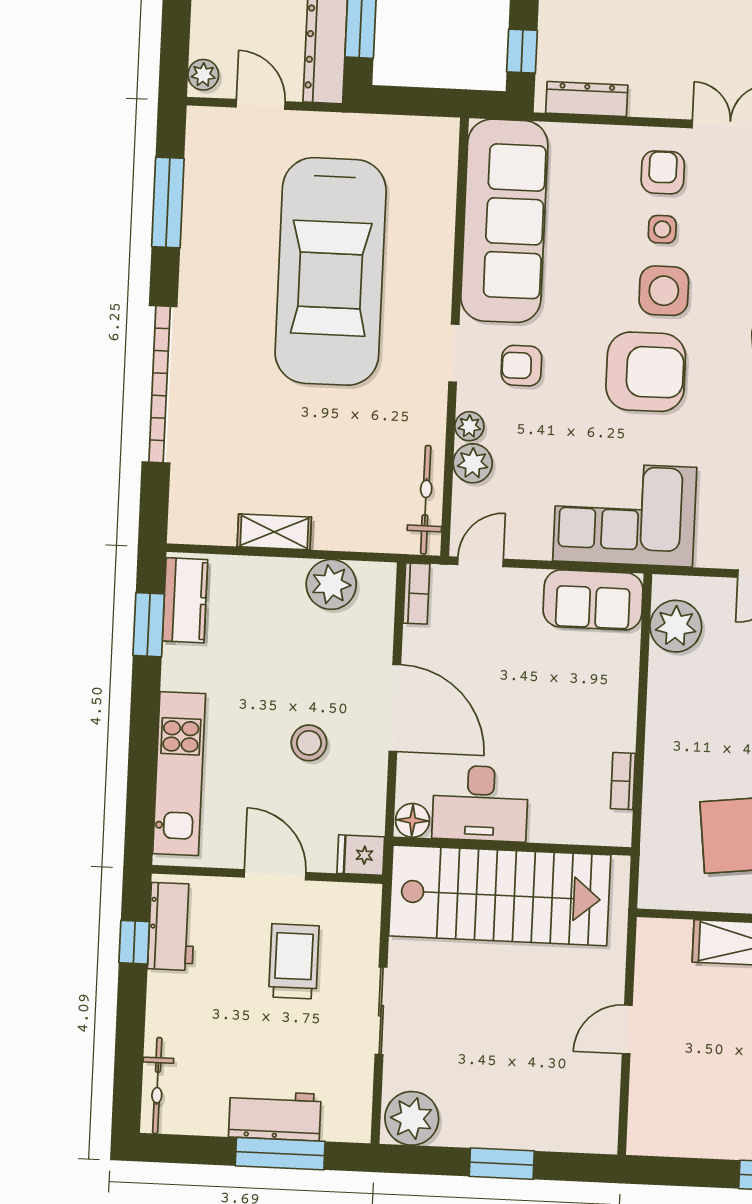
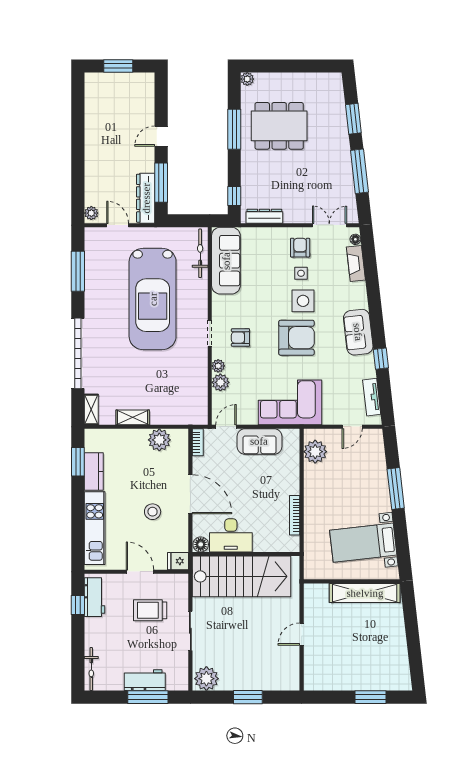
sofa: (504, 221) -> (226, 261), width x0.74, depth x0.79
bicycle: (426, 500) -> (200, 253), moved
shelving: (184, 510) -> (91, 409), added
kitchen counter: (185, 600) -> (94, 472), moved
sofa: (593, 600) -> (259, 441), moved
bookcase: (623, 781) -> (295, 515), width x1.56
trolley: (294, 961) -> (150, 610), turned -90

